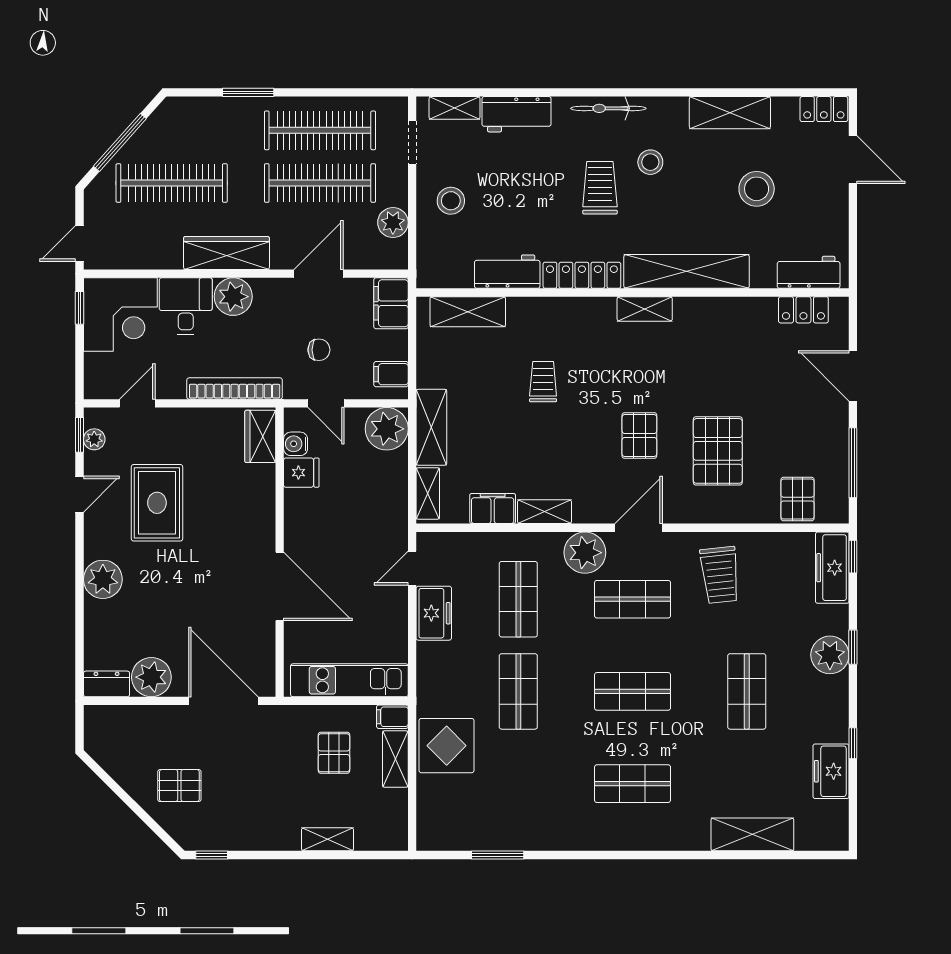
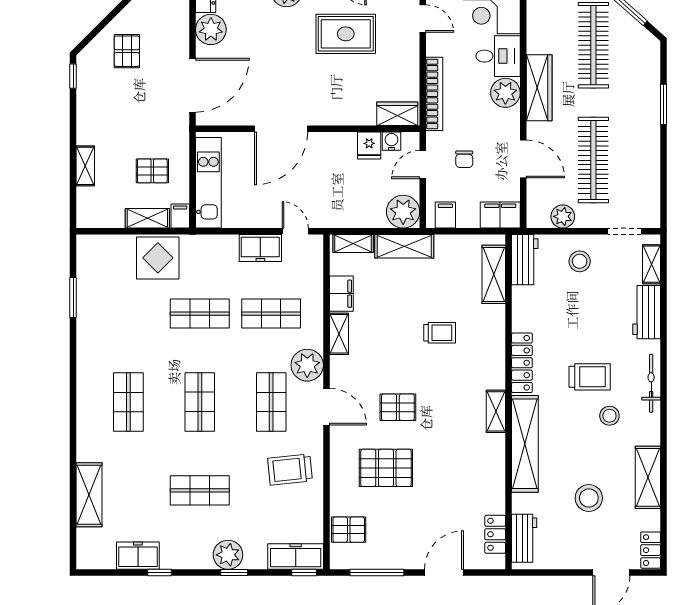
clothes rail: (320, 130) -> (634, 160), removed
workbench: (507, 272) -> (525, 260), moved

